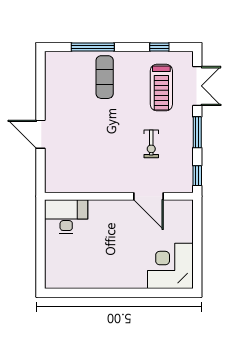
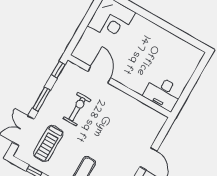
treadmill: (161, 88) -> (48, 143), turned 180
exercise bike: (151, 144) -> (77, 109), width x1.38, depth x1.39

